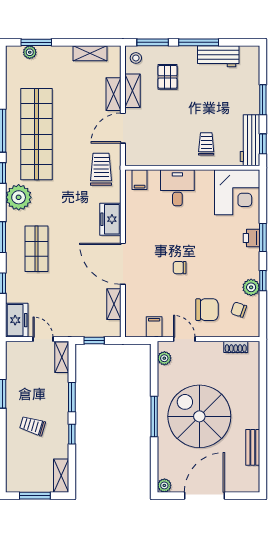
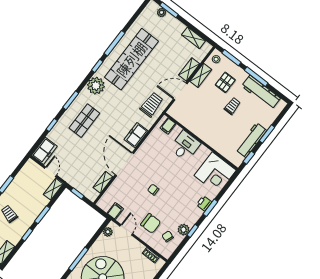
workbench: (218, 56) -> (261, 92), width x1.37
workbench: (250, 140) -> (251, 140), moved
trolley: (206, 144) -> (232, 106), moved

